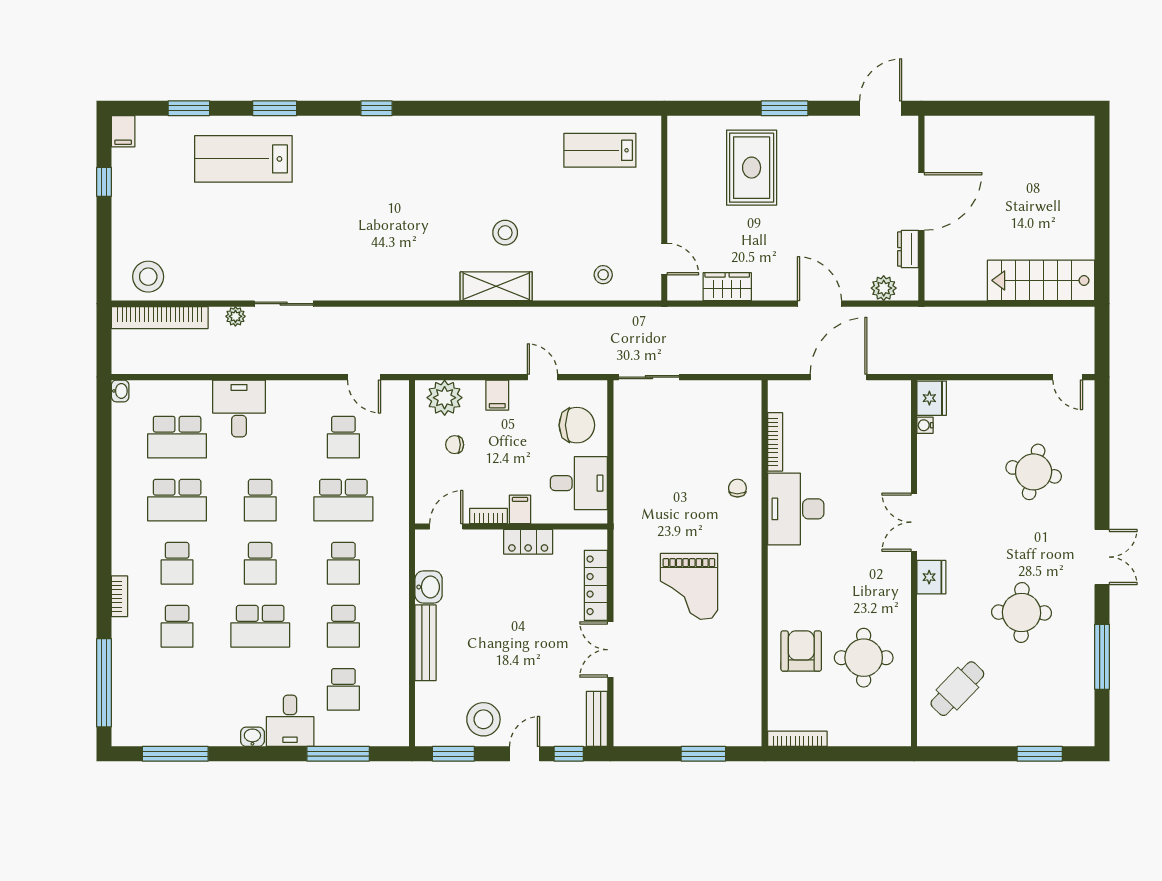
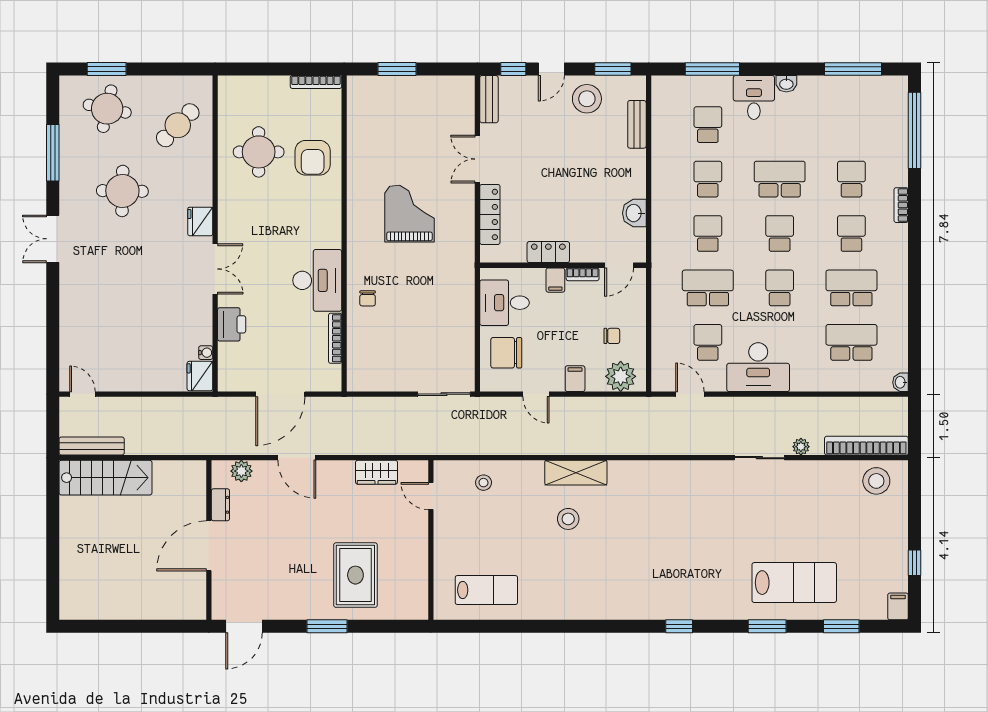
bench: (1057, 317) -> (92, 446), added
desk: (239, 408) -> (758, 367), moved, width x1.37
printer: (895, 458) -> (232, 324), added
round table: (1034, 472) -> (107, 109), moved
bench: (426, 643) -> (637, 124), moved, width x0.73
double door: (610, 650) -> (477, 159), swing flipped

